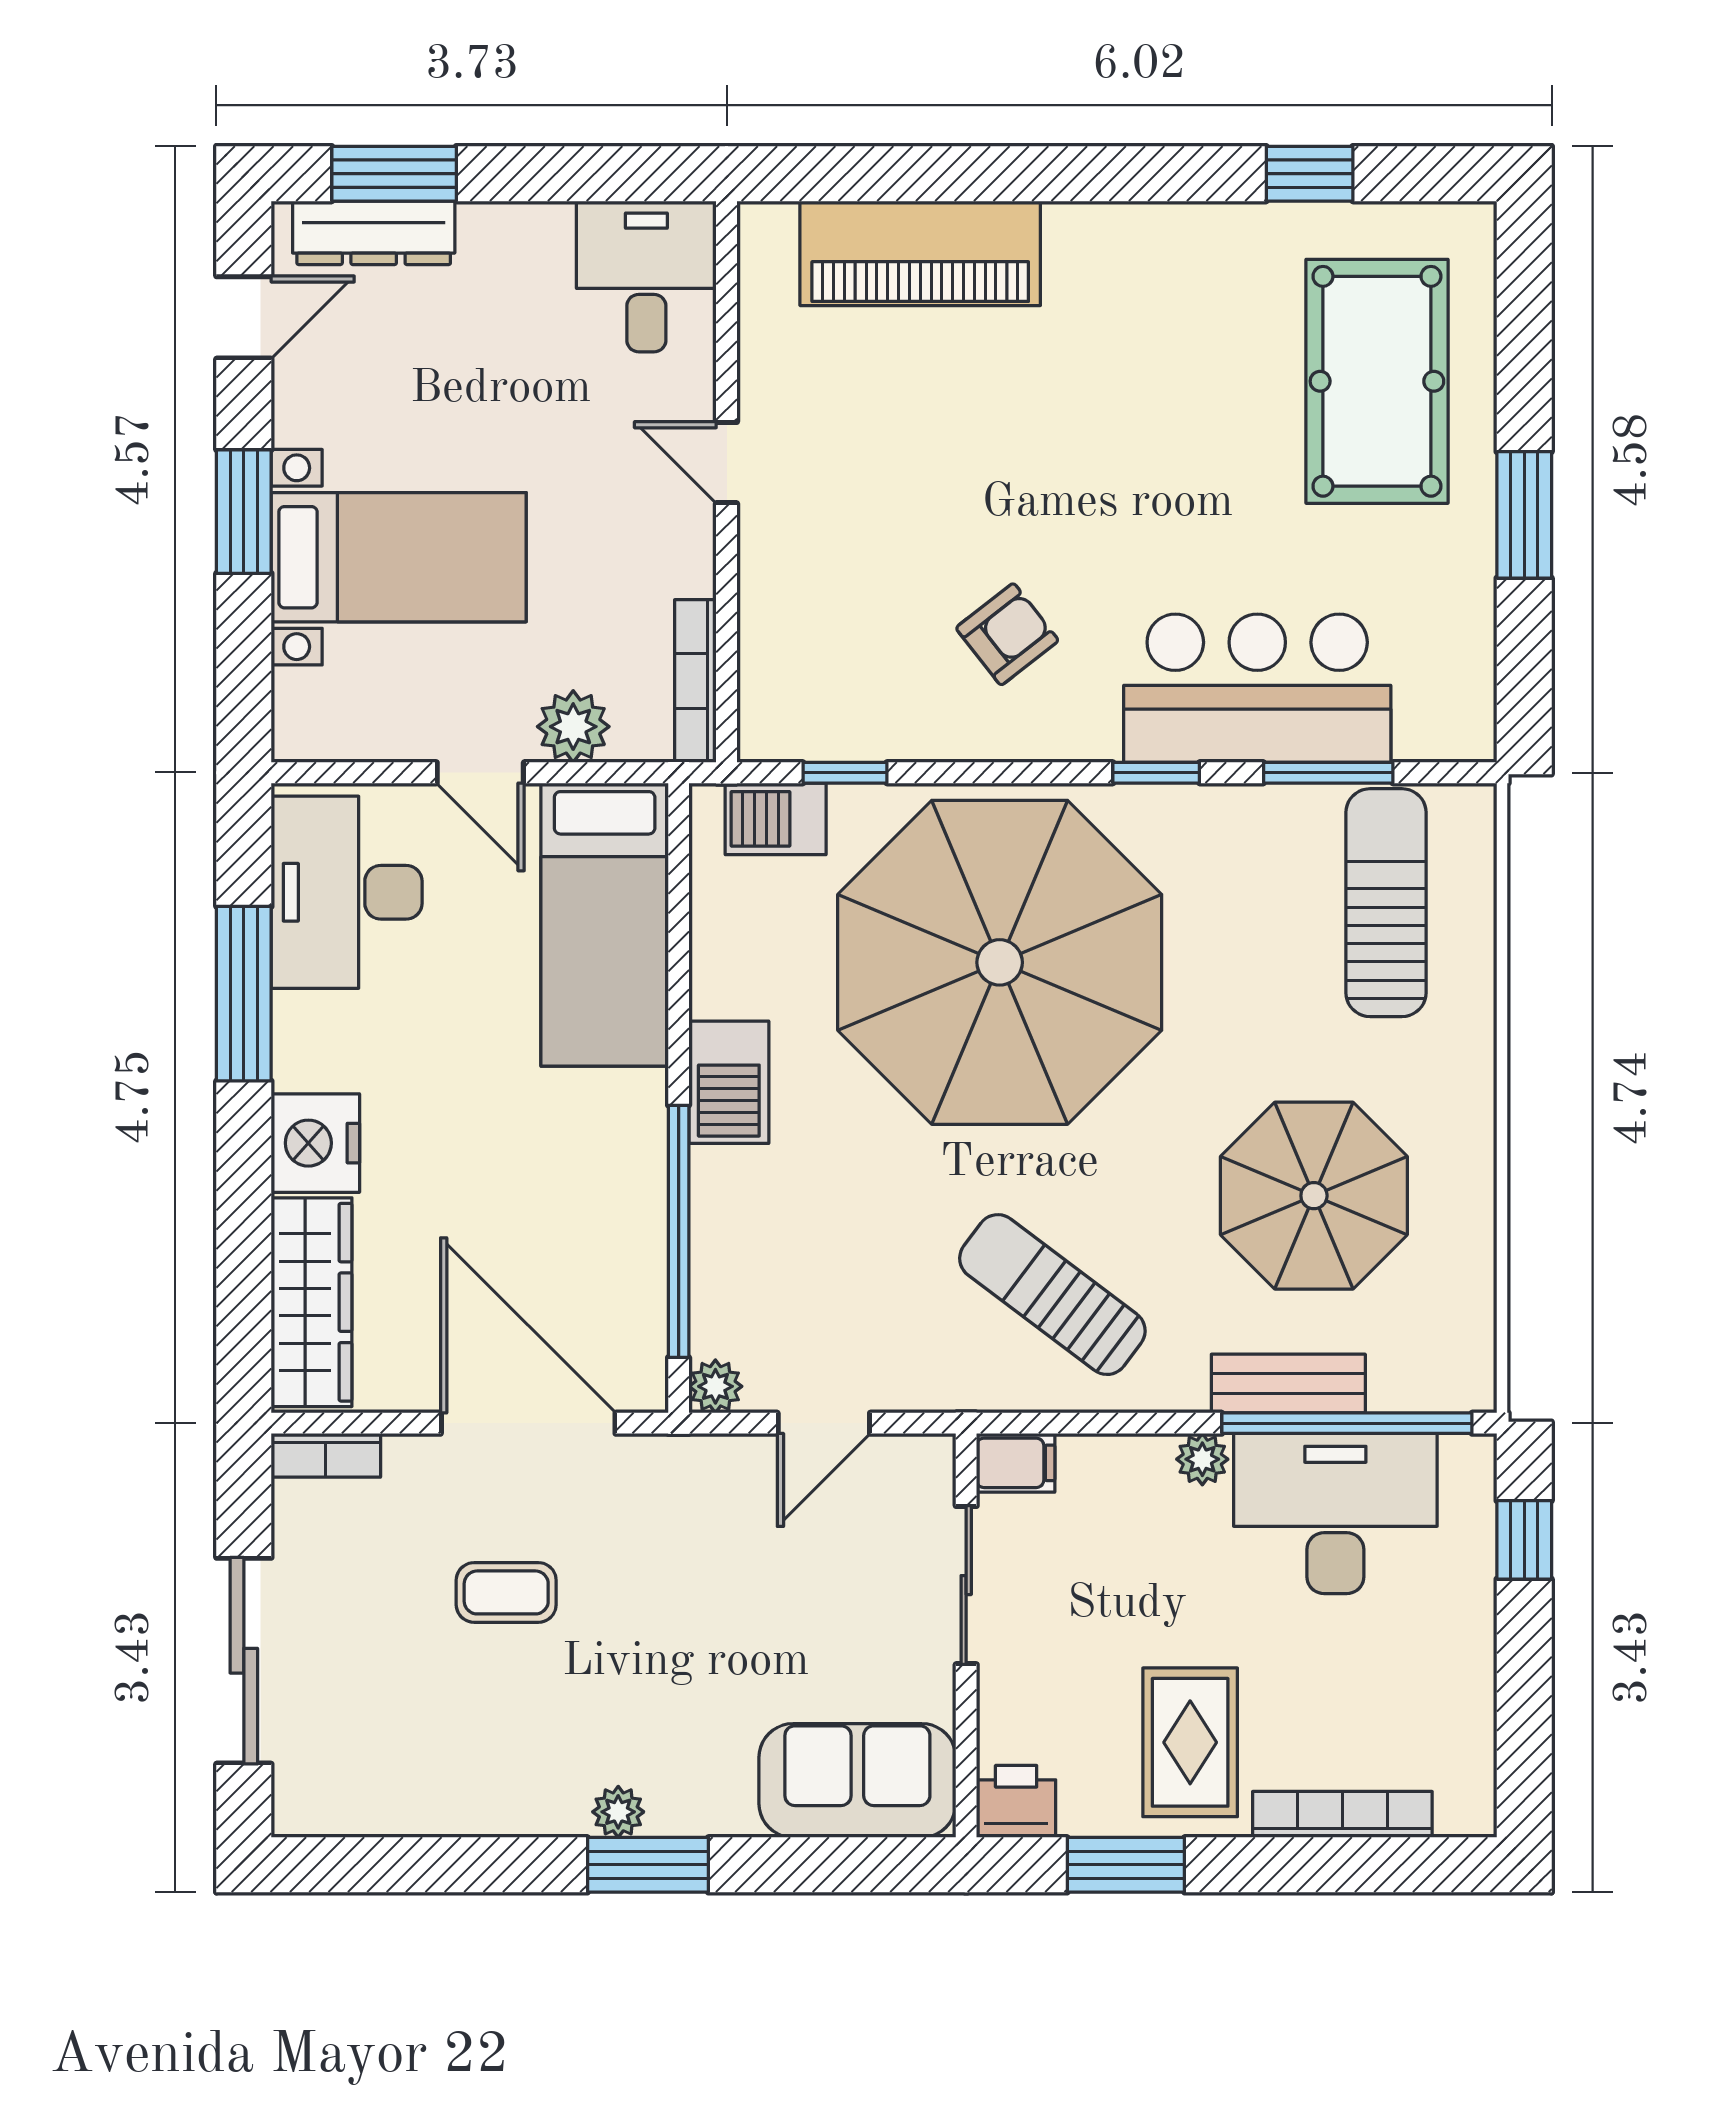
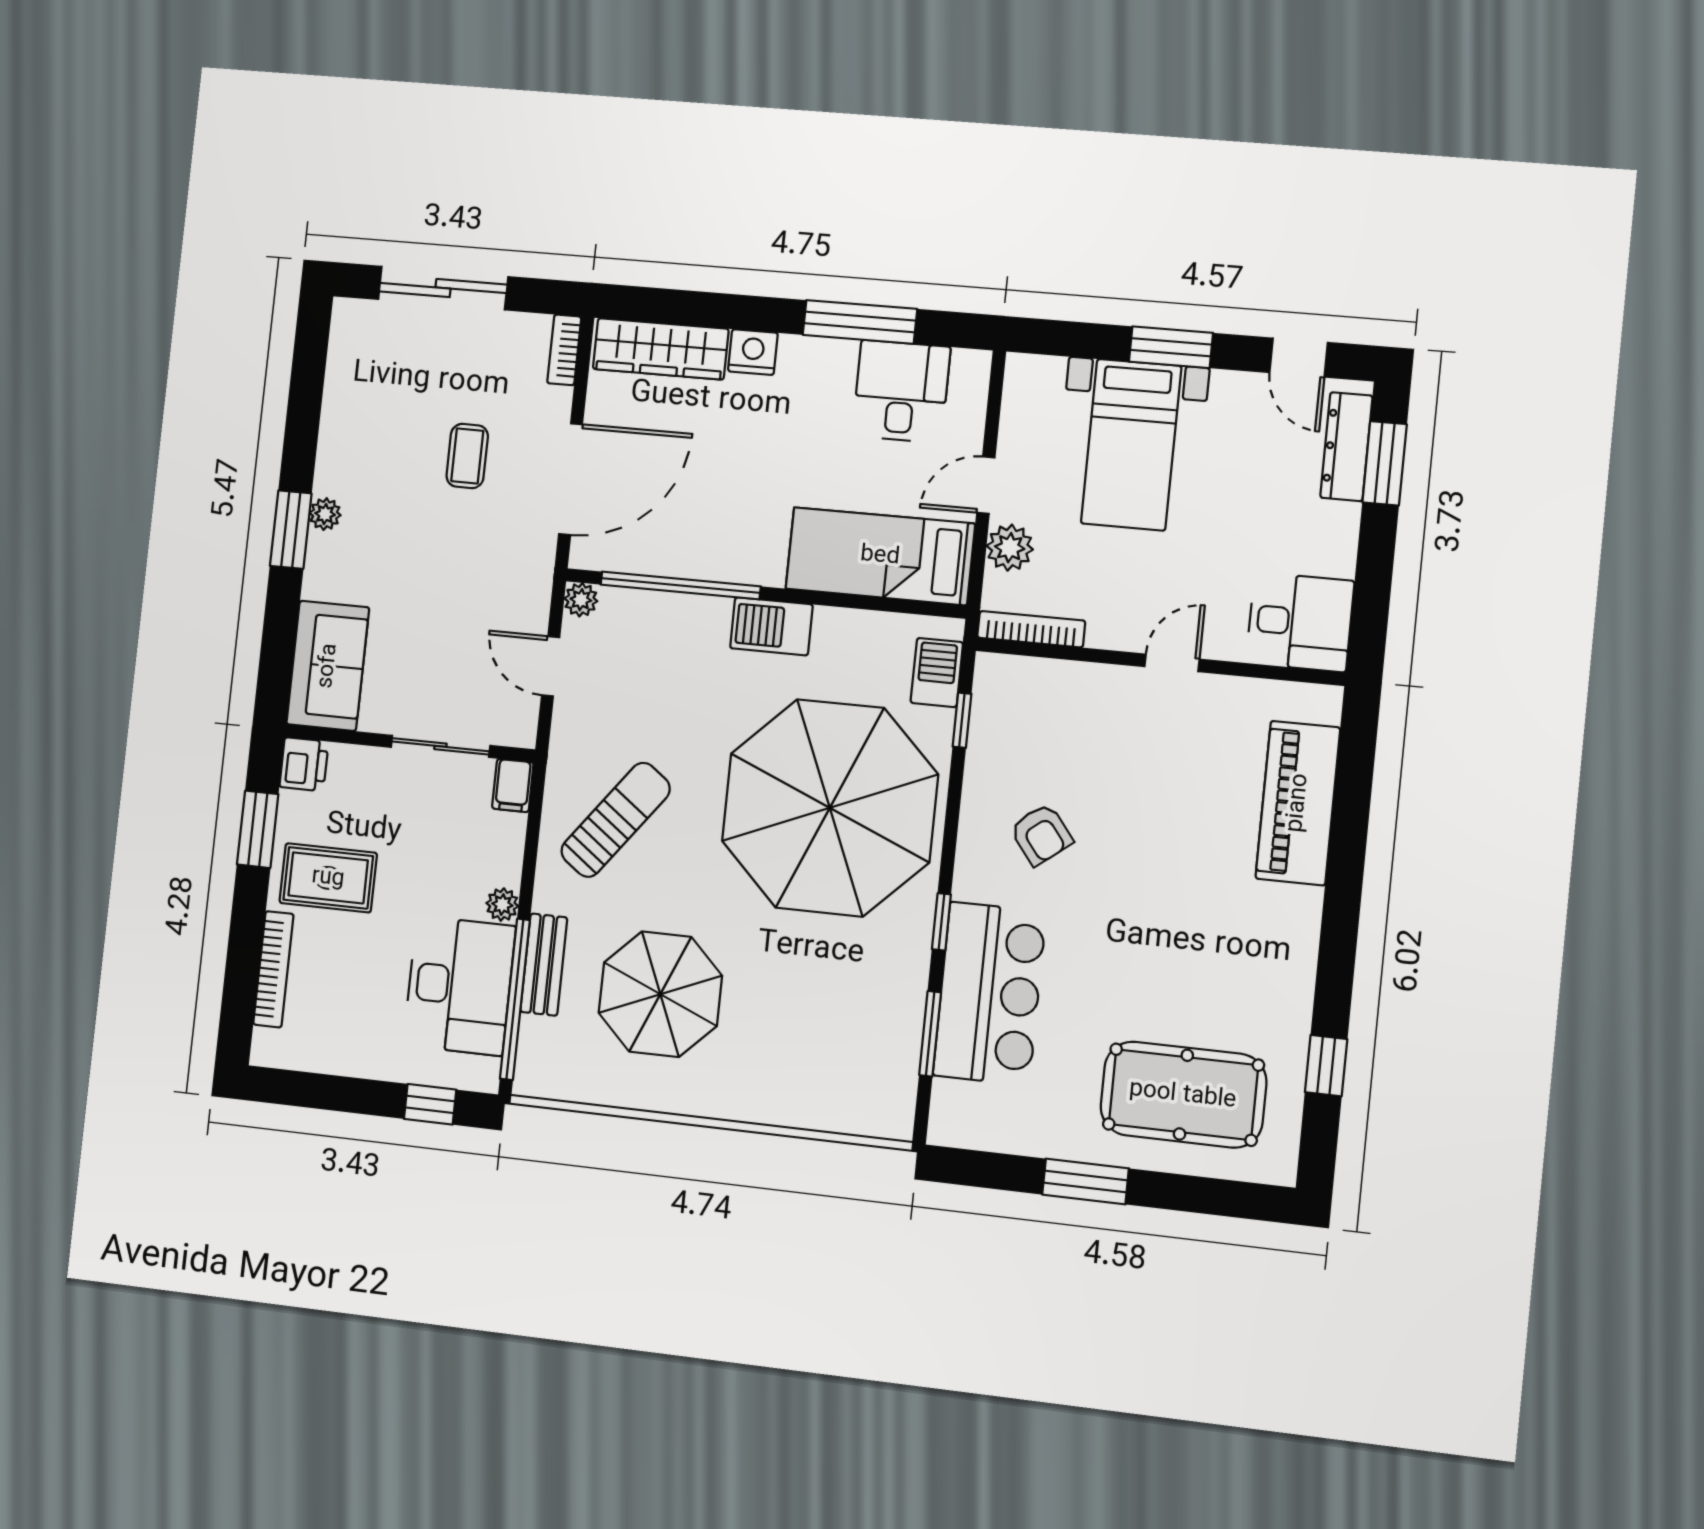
desk: (347, 892) -> (901, 391), width x0.73
sun lounger: (1386, 903) -> (842, 1062), removed
nightstand: (315, 1143) -> (753, 352), width x0.74, depth x0.75

